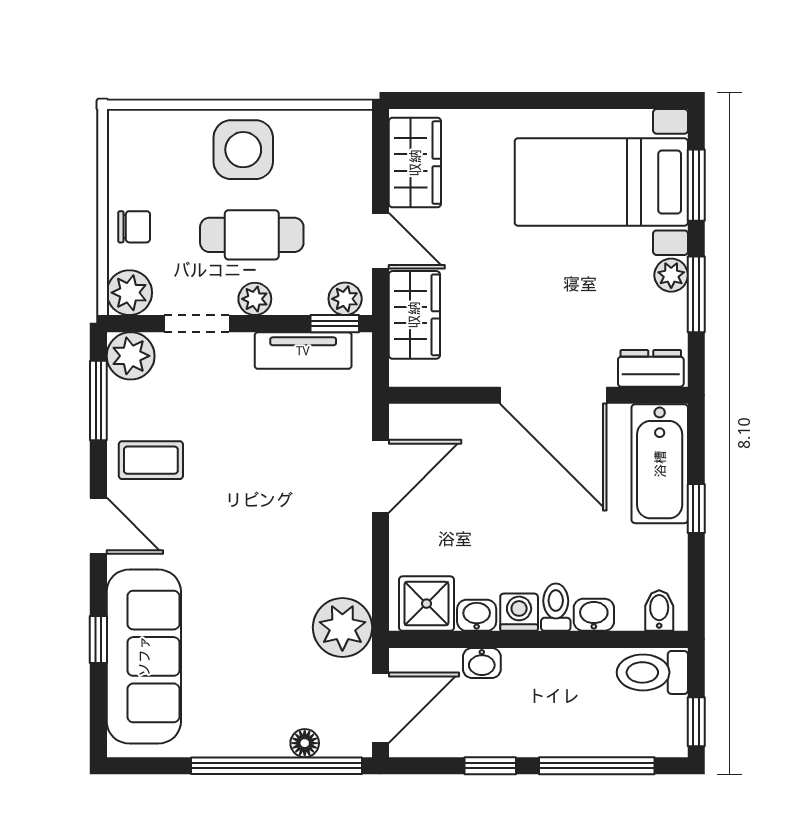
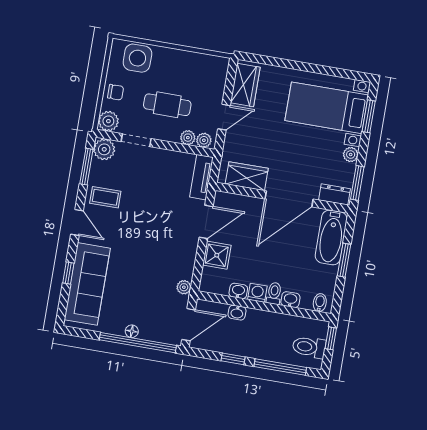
side table: (243, 150) -> (137, 58), moved
door: (380, 241) -> (224, 117), hinge flipped
window: (696, 294) -> (357, 183), moved
plant: (255, 299) -> (188, 138), moved
wardrobe: (414, 315) -> (247, 176), moved, turned -90
window: (335, 324) -> (197, 151), removed
tv unit: (303, 351) -> (201, 177), moved, turned 90
door: (553, 395) -> (289, 199), hinge flipped
window: (696, 508) -> (344, 260), width x1.50
shower: (426, 604) -> (217, 255), moved
plant: (342, 627) -> (184, 287), width x0.53, depth x0.53
toilet: (652, 672) -> (309, 347), moved
window: (696, 722) -> (331, 338), moved
floor lamp: (305, 743) -> (132, 331), moved

